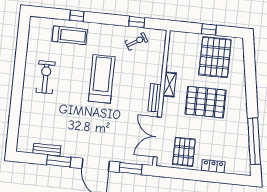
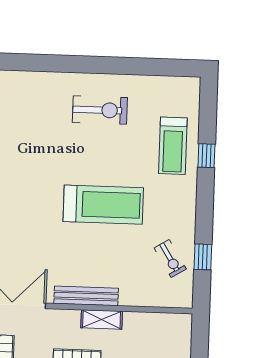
bench: (155, 98) -> (86, 296), width x1.36

